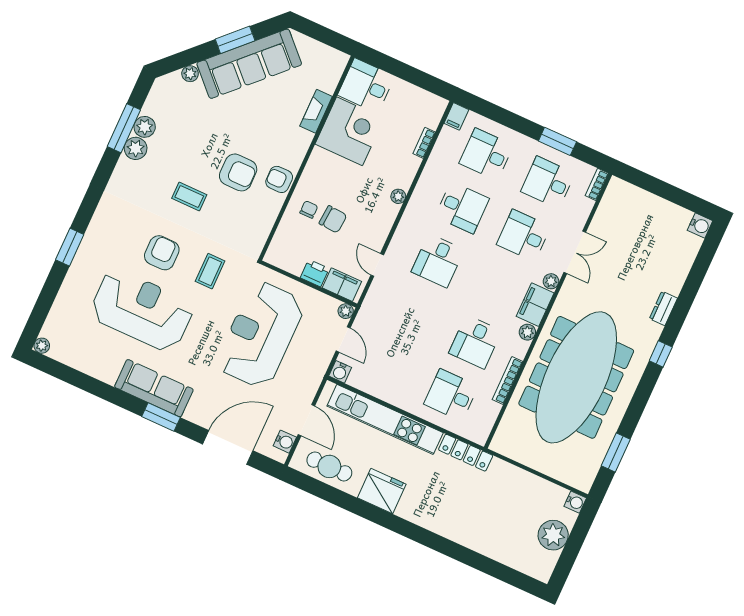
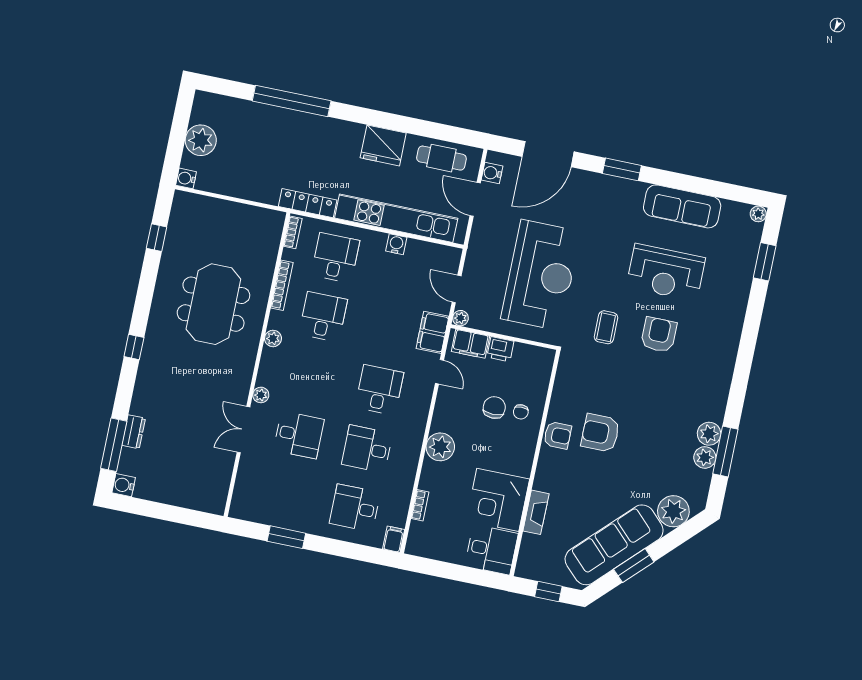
window: (321, 34) -> (548, 591), added
plant: (190, 74) -> (673, 511), width x1.88, depth x1.88
desk: (486, 154) -> (355, 508), turned 180
desk: (548, 182) -> (287, 494), removed
bookcase: (597, 184) -> (293, 232), moved
coffee table: (189, 196) -> (644, 398), removed
plant: (398, 196) -> (440, 447), width x1.88, depth x1.88
chair: (333, 219) -> (494, 407), turned 86
window: (70, 247) -> (765, 262), moved
armchair: (162, 253) -> (659, 335), turned 180
window: (701, 266) -> (114, 445), added
filing cabinet: (535, 305) -> (432, 332), moved, turned 180
dresser: (663, 308) -> (134, 432), moved
reception desk: (142, 310) -> (666, 272), width x0.74, depth x0.77
water cooler: (340, 372) -> (396, 244), moved
meeting table: (576, 377) -> (213, 304), width x0.54, depth x0.79
sofa: (154, 388) -> (682, 206), moved
desk: (451, 395) -> (335, 258), turned -90
window: (616, 452) -> (157, 238), width x0.67
window: (459, 553) -> (292, 101), added

